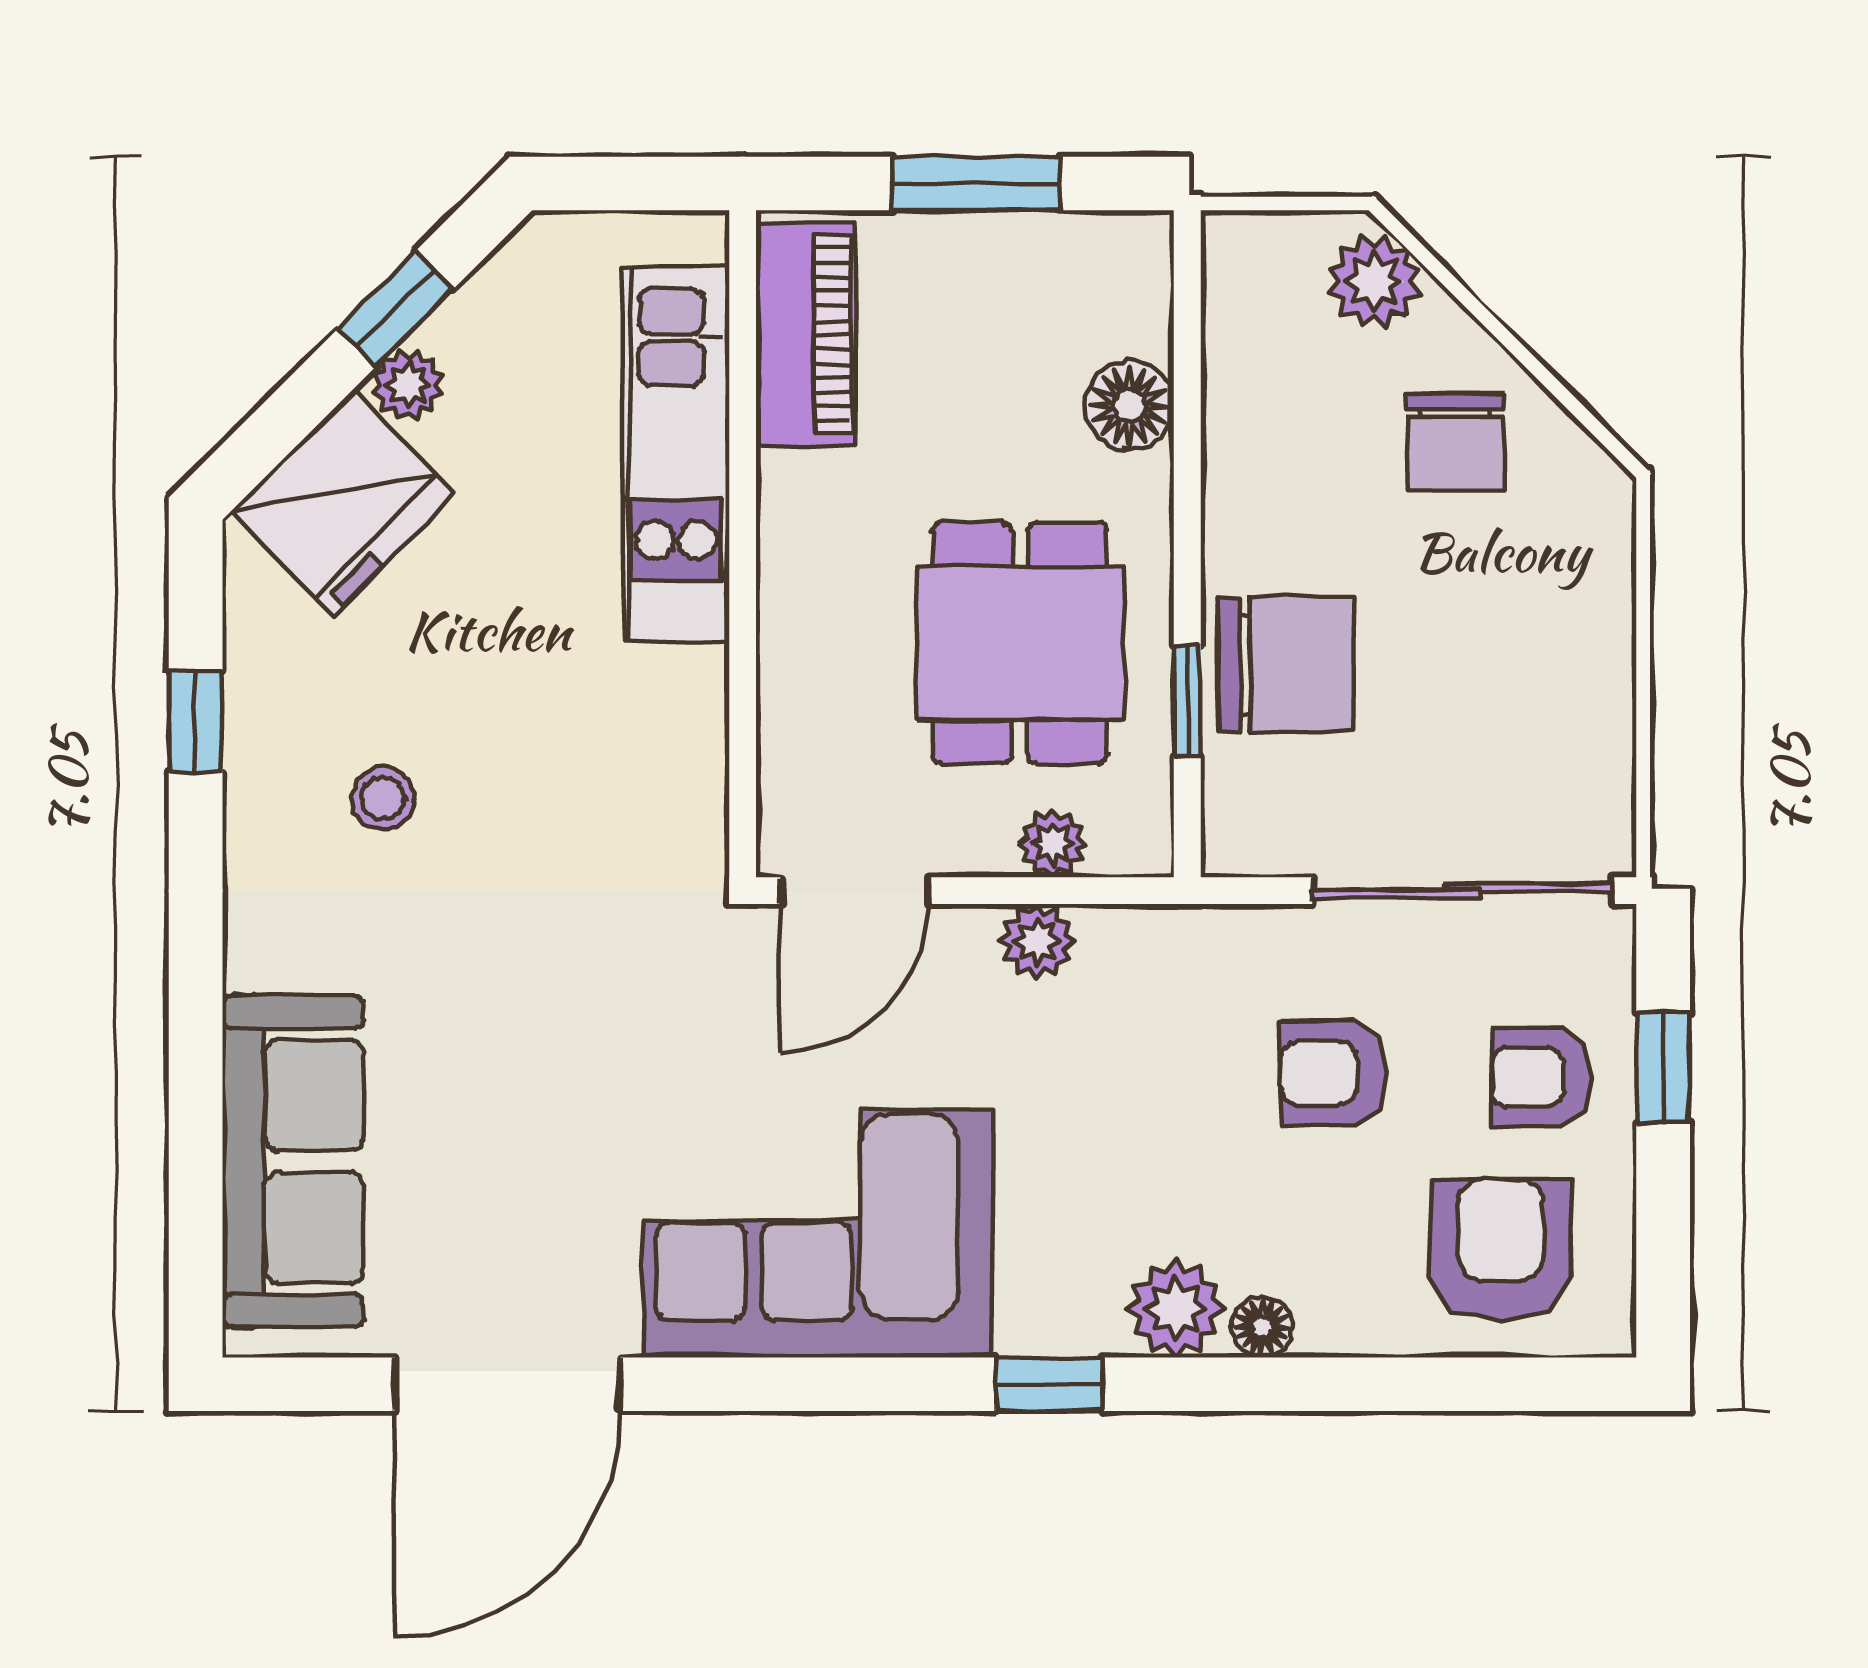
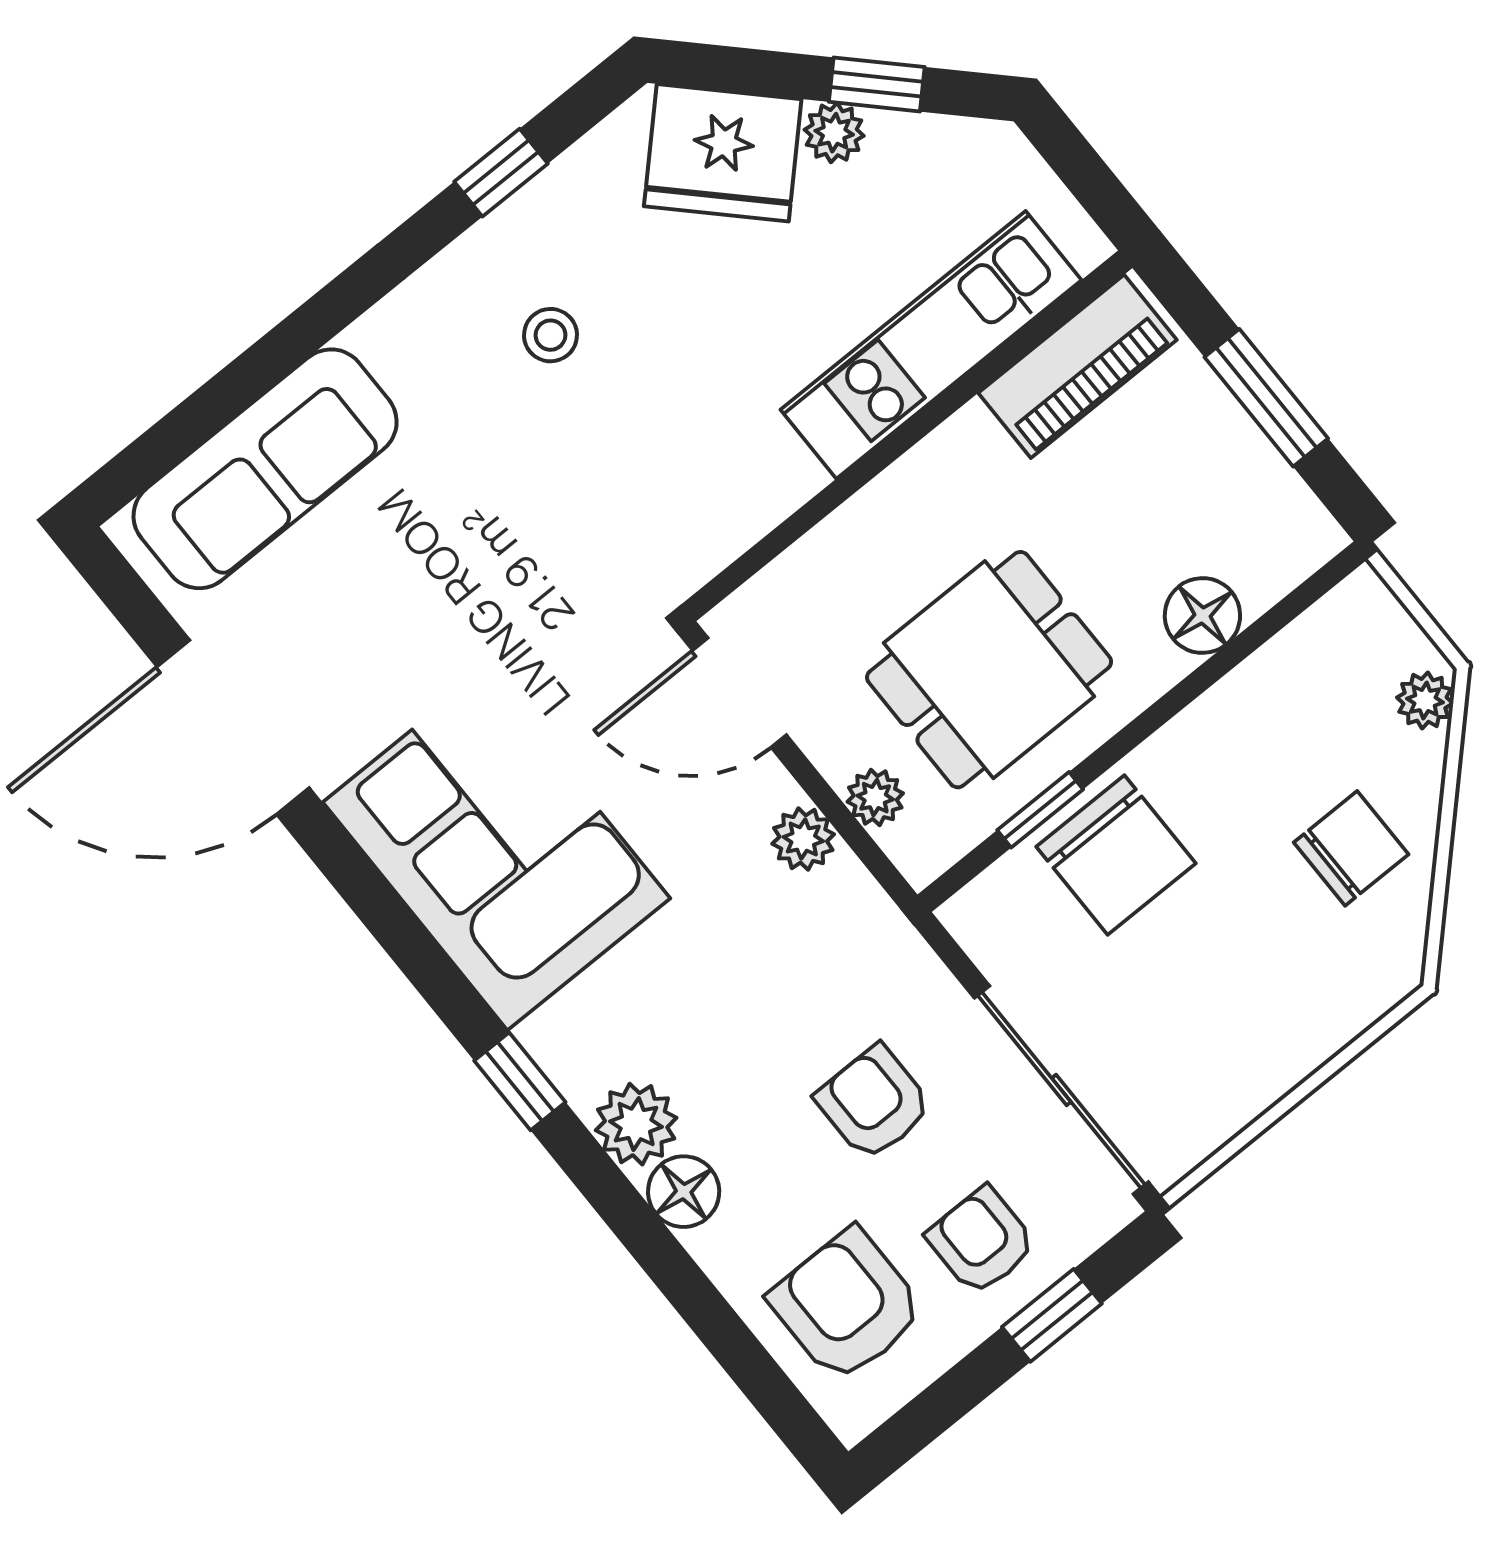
plant: (1374, 281) -> (1425, 700), width x0.73, depth x0.73
chair: (1456, 442) -> (1351, 848), turned 180
armchair: (1500, 1250) -> (847, 1305), turned -90
floor lamp: (1262, 1327) -> (684, 1192), width x1.37, depth x1.37

